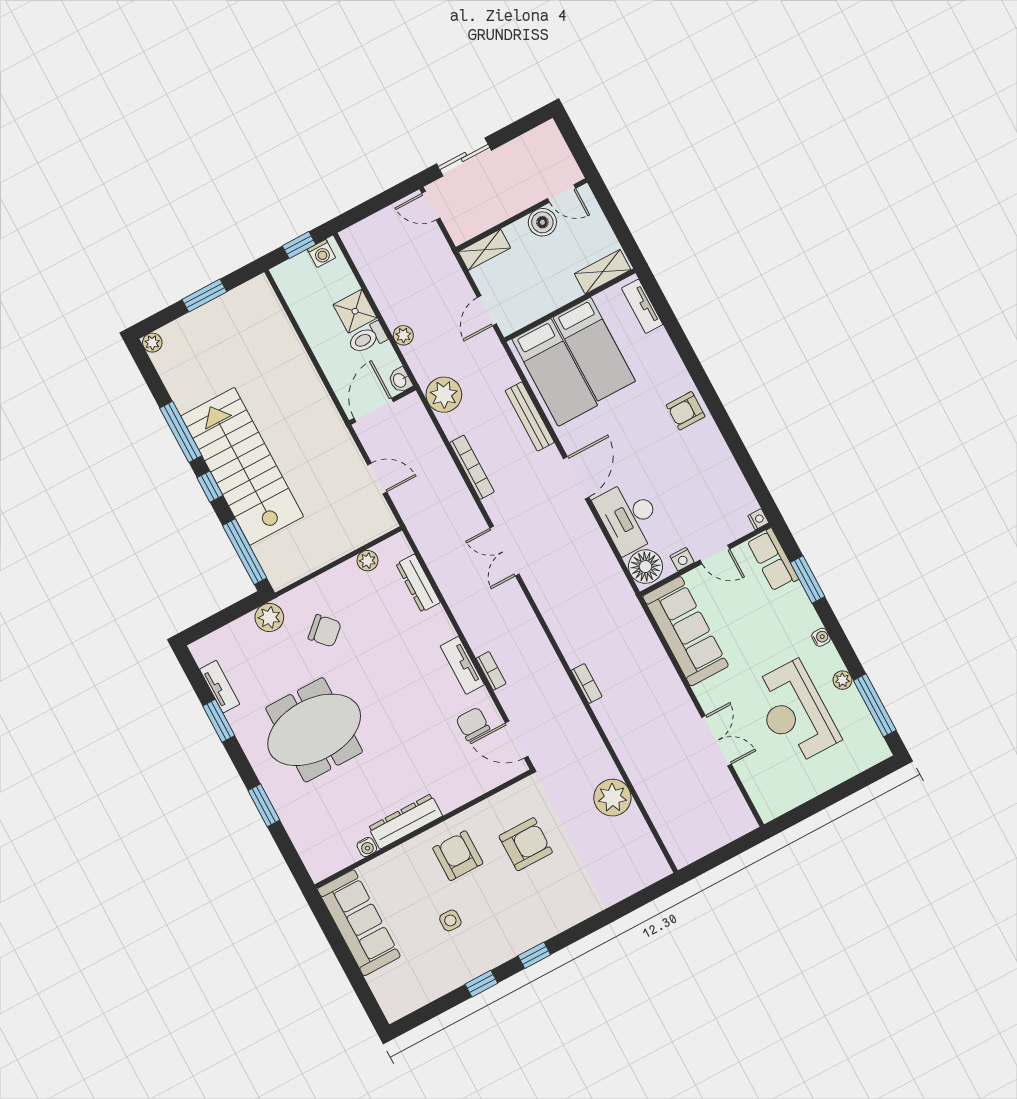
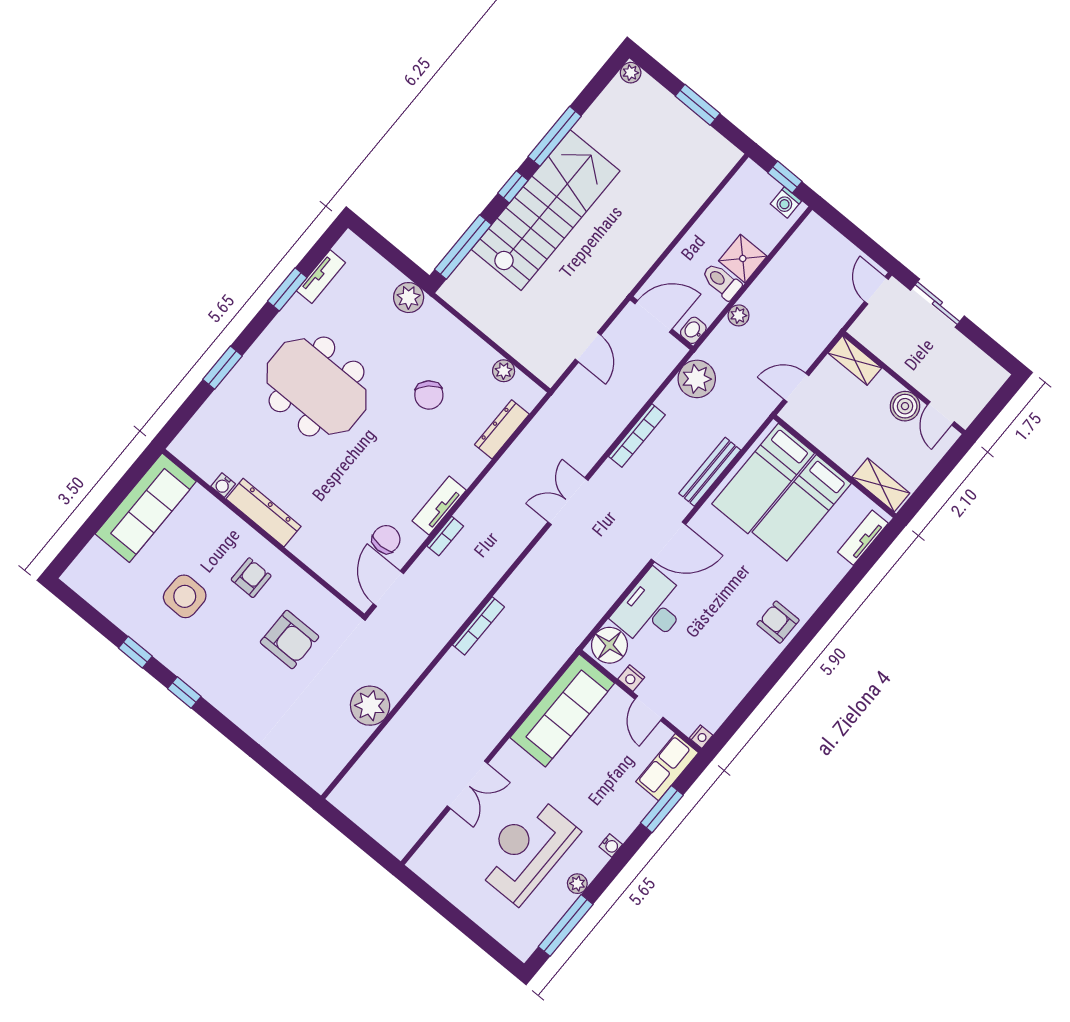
chair: (325, 631) -> (429, 395), moved
bookcase: (587, 684) -> (478, 626), width x1.56
armchair: (458, 856) -> (251, 578), width x0.72, depth x0.72
side table: (450, 920) -> (185, 596), width x1.87, depth x1.87

